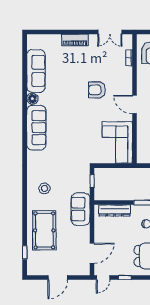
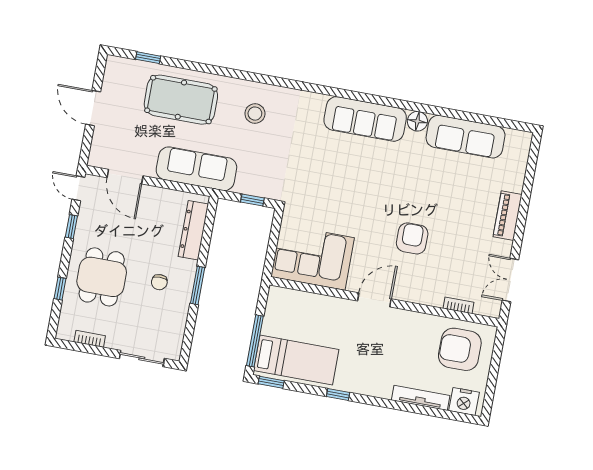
sofa: (81, 209) -> (196, 169), width x1.36

